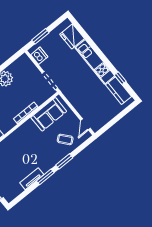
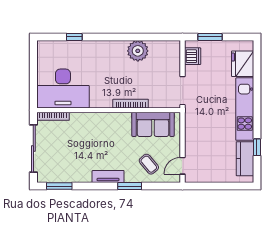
window: (45, 177) -> (59, 186), moved
tv unit: (32, 179) -> (108, 177), moved

